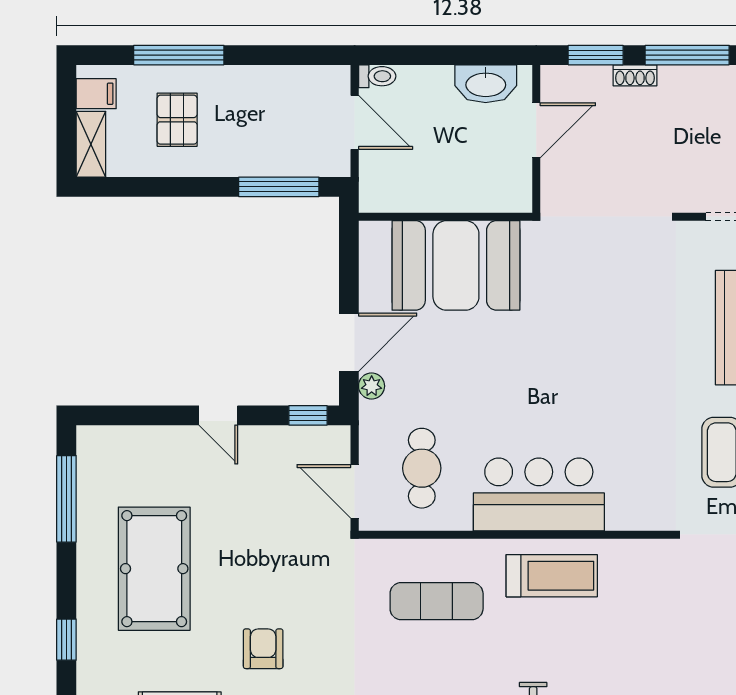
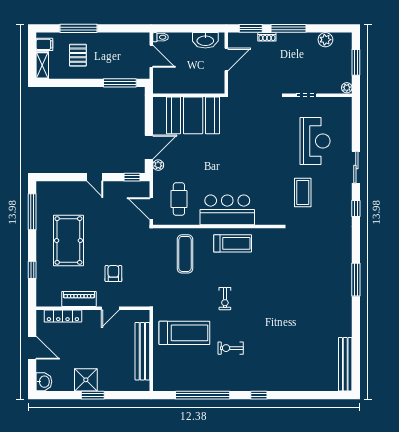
exercise mat: (437, 601) -> (185, 254), turned 90

